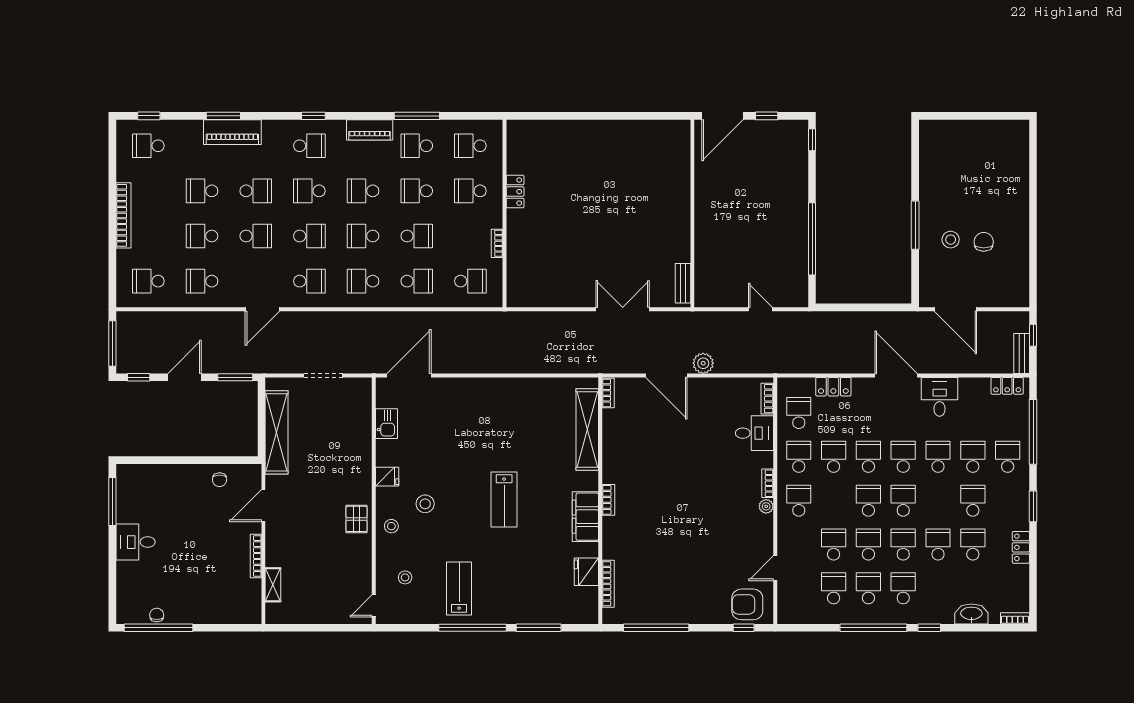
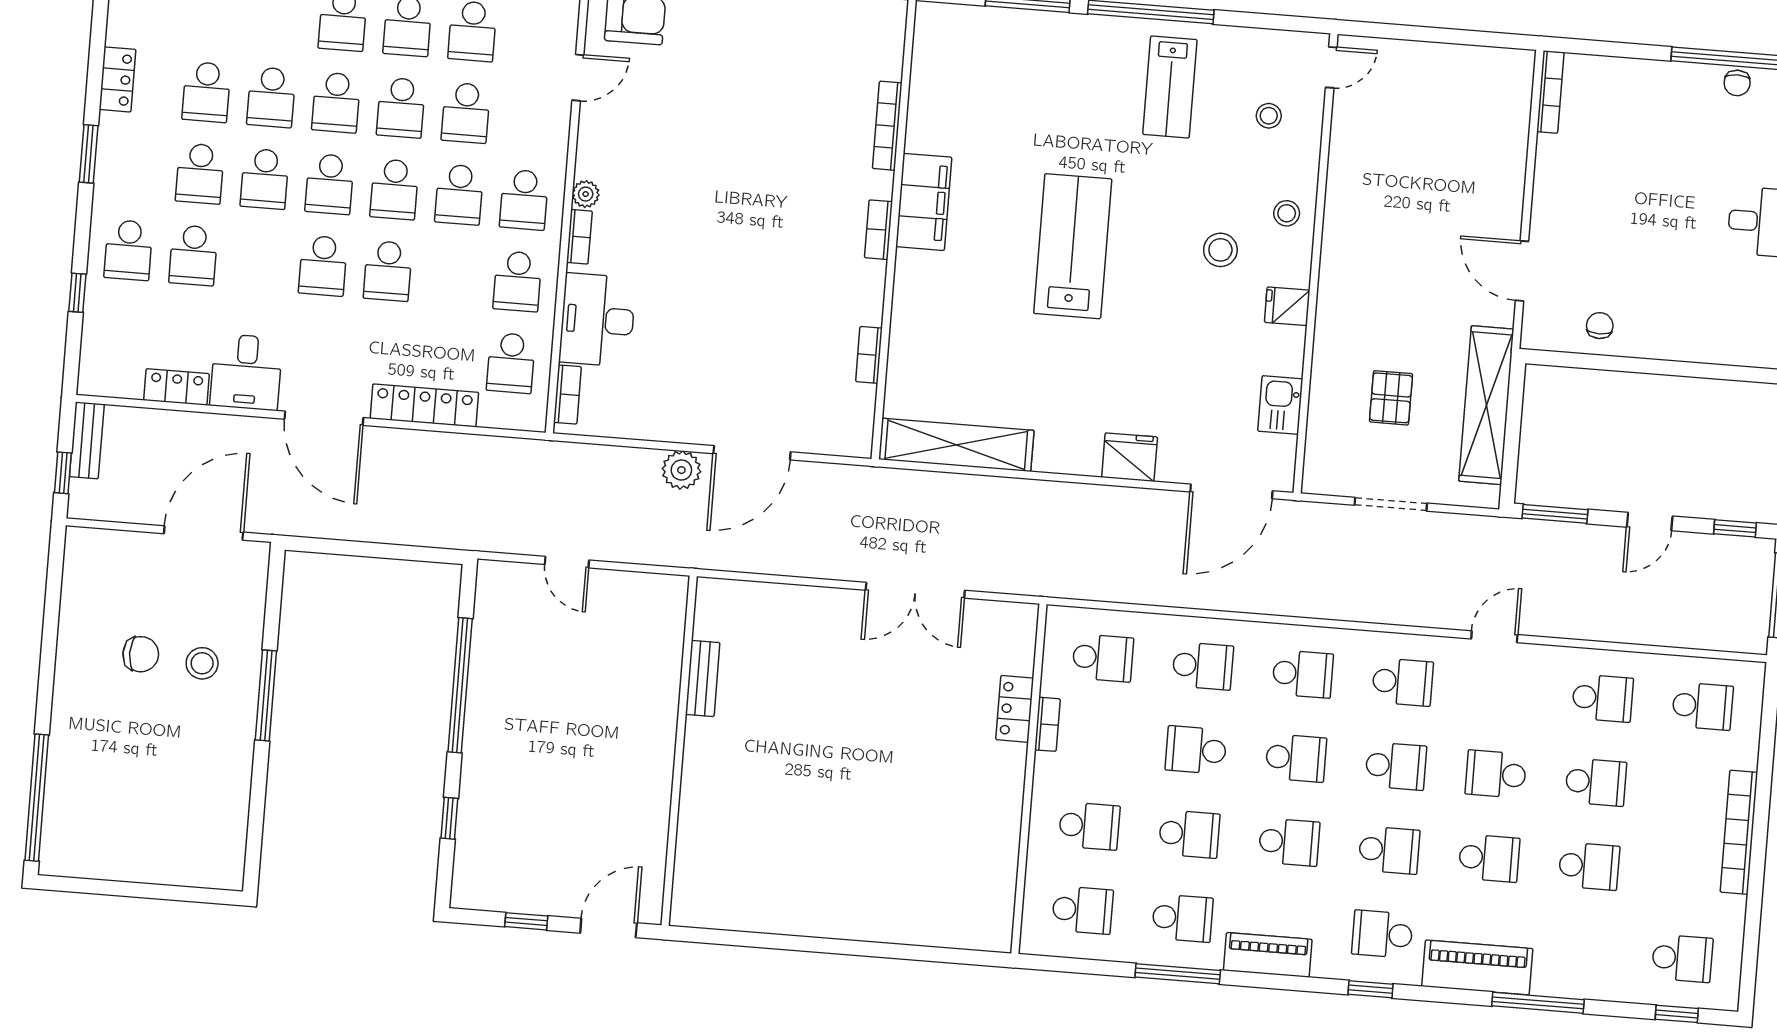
window: (223, 116) -> (1538, 1003), width x1.44
door: (722, 116) -> (609, 928), width x0.73
piano: (232, 132) -> (1477, 967), moved
window: (812, 140) -> (449, 818), moved
window: (1033, 161) -> (37, 798), added
school desk: (256, 191) -> (1489, 858), turned 180
locker: (515, 192) -> (1015, 709), moved
school desk: (309, 236) -> (1396, 766), turned 180
chair: (984, 242) -> (141, 654), turned -90
school desk: (309, 281) -> (1403, 682), turned 180
school desk: (417, 281) -> (1203, 666), turned 180
school desk: (470, 281) -> (1103, 658), turned 180
bench: (683, 283) -> (703, 678), moved
door: (262, 309) -> (1494, 637), width x0.73
double door: (623, 309) -> (915, 590), moved
door: (955, 309) -> (204, 533), hinge flipped
door: (666, 375) -> (752, 453), swing flipped
door: (185, 377) -> (1650, 522), width x0.73
locker: (1007, 386) -> (177, 387), moved
locker: (833, 387) -> (424, 405), width x1.53
bookcase: (608, 393) -> (869, 355), moved
shelving: (587, 430) -> (956, 445), moved, turned 90
window: (1033, 432) -> (77, 293), width x0.32
desk: (754, 433) -> (597, 320), width x1.37
school desk: (834, 457) -> (459, 195), moved
school desk: (938, 457) -> (265, 179), moved
lab bench: (504, 499) -> (1073, 246), width x1.36, depth x1.39
door: (263, 505) -> (1522, 271), swing flipped
pallet: (357, 519) -> (1391, 398), moved
bookcase: (256, 556) -> (1550, 92), moved
fridge: (586, 572) -> (1130, 457), moved, turned -90
bookcase: (608, 584) -> (887, 126), moved
shelving: (273, 585) -> (1516, 122), removed

